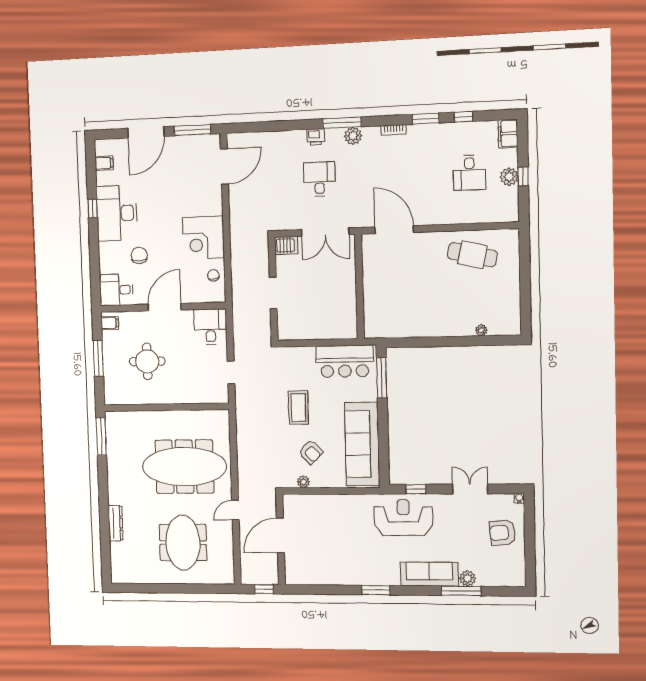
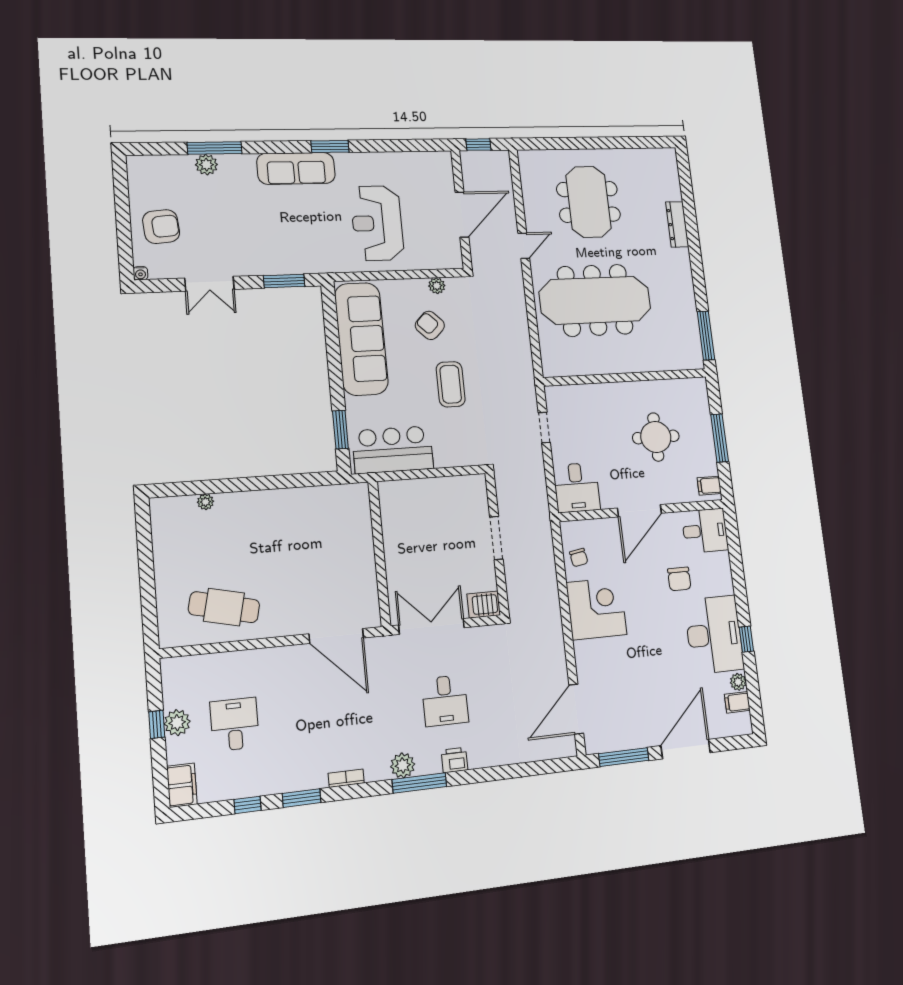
plant: (102, 178) -> (738, 682), added
window: (382, 378) -> (340, 430), width x0.69
window: (416, 489) -> (284, 281), width x1.50
reception desk: (403, 518) -> (377, 223), moved, turned 90
sofa: (429, 574) -> (296, 168), moved

